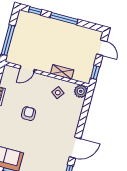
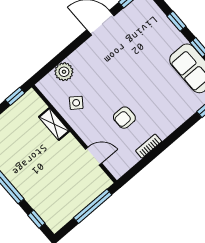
plant: (81, 91) -> (64, 72), moved
armchair: (28, 114) -> (124, 118), moved

